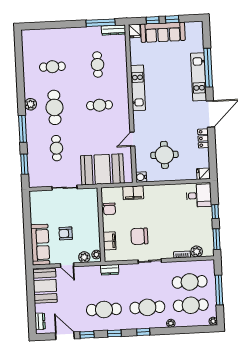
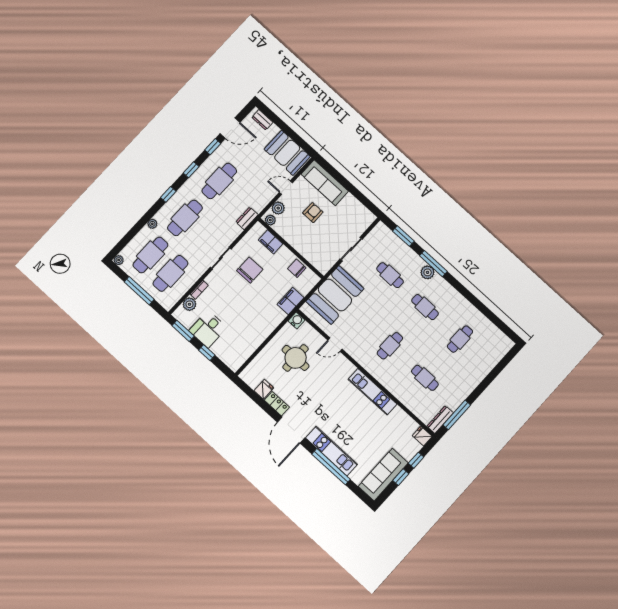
sofa: (163, 32) -> (383, 475), moved
plant: (31, 104) -> (428, 272), moved
cafe table: (54, 107) -> (425, 307), width x0.73, depth x0.74
door: (132, 139) -> (335, 345), swing flipped
fridge: (203, 174) -> (264, 389), moved
desk: (199, 196) -> (208, 329), moved

